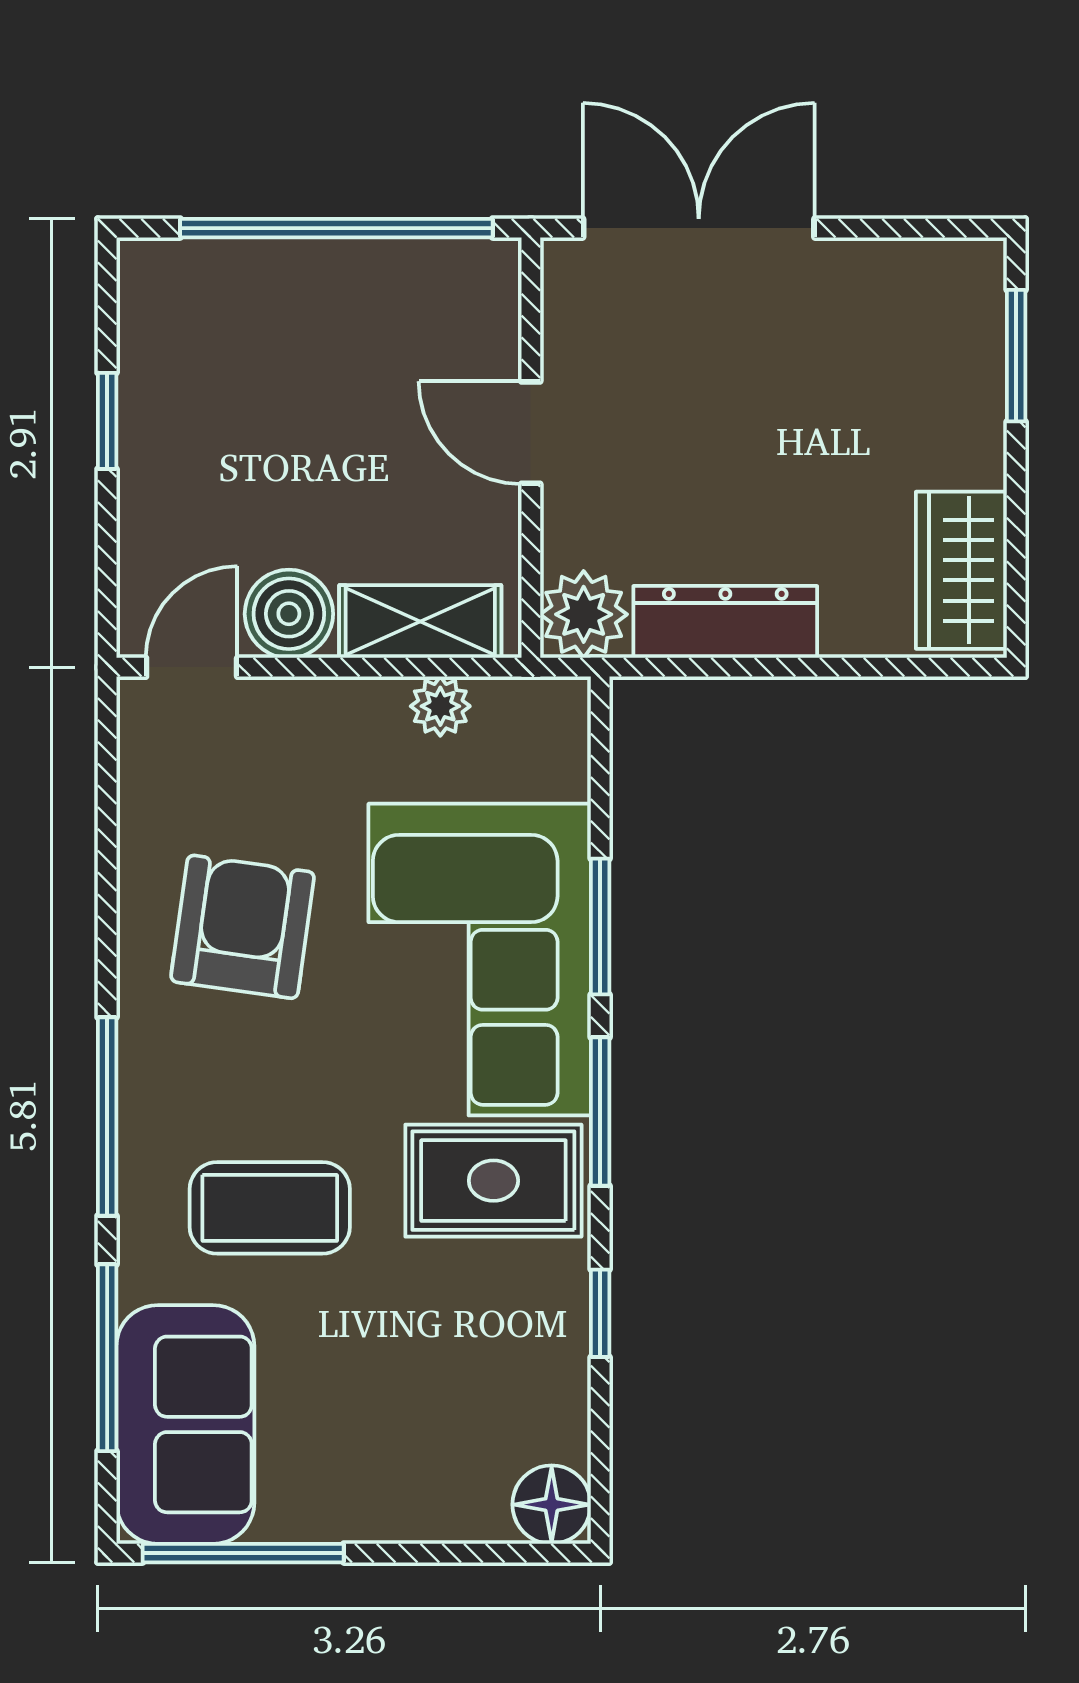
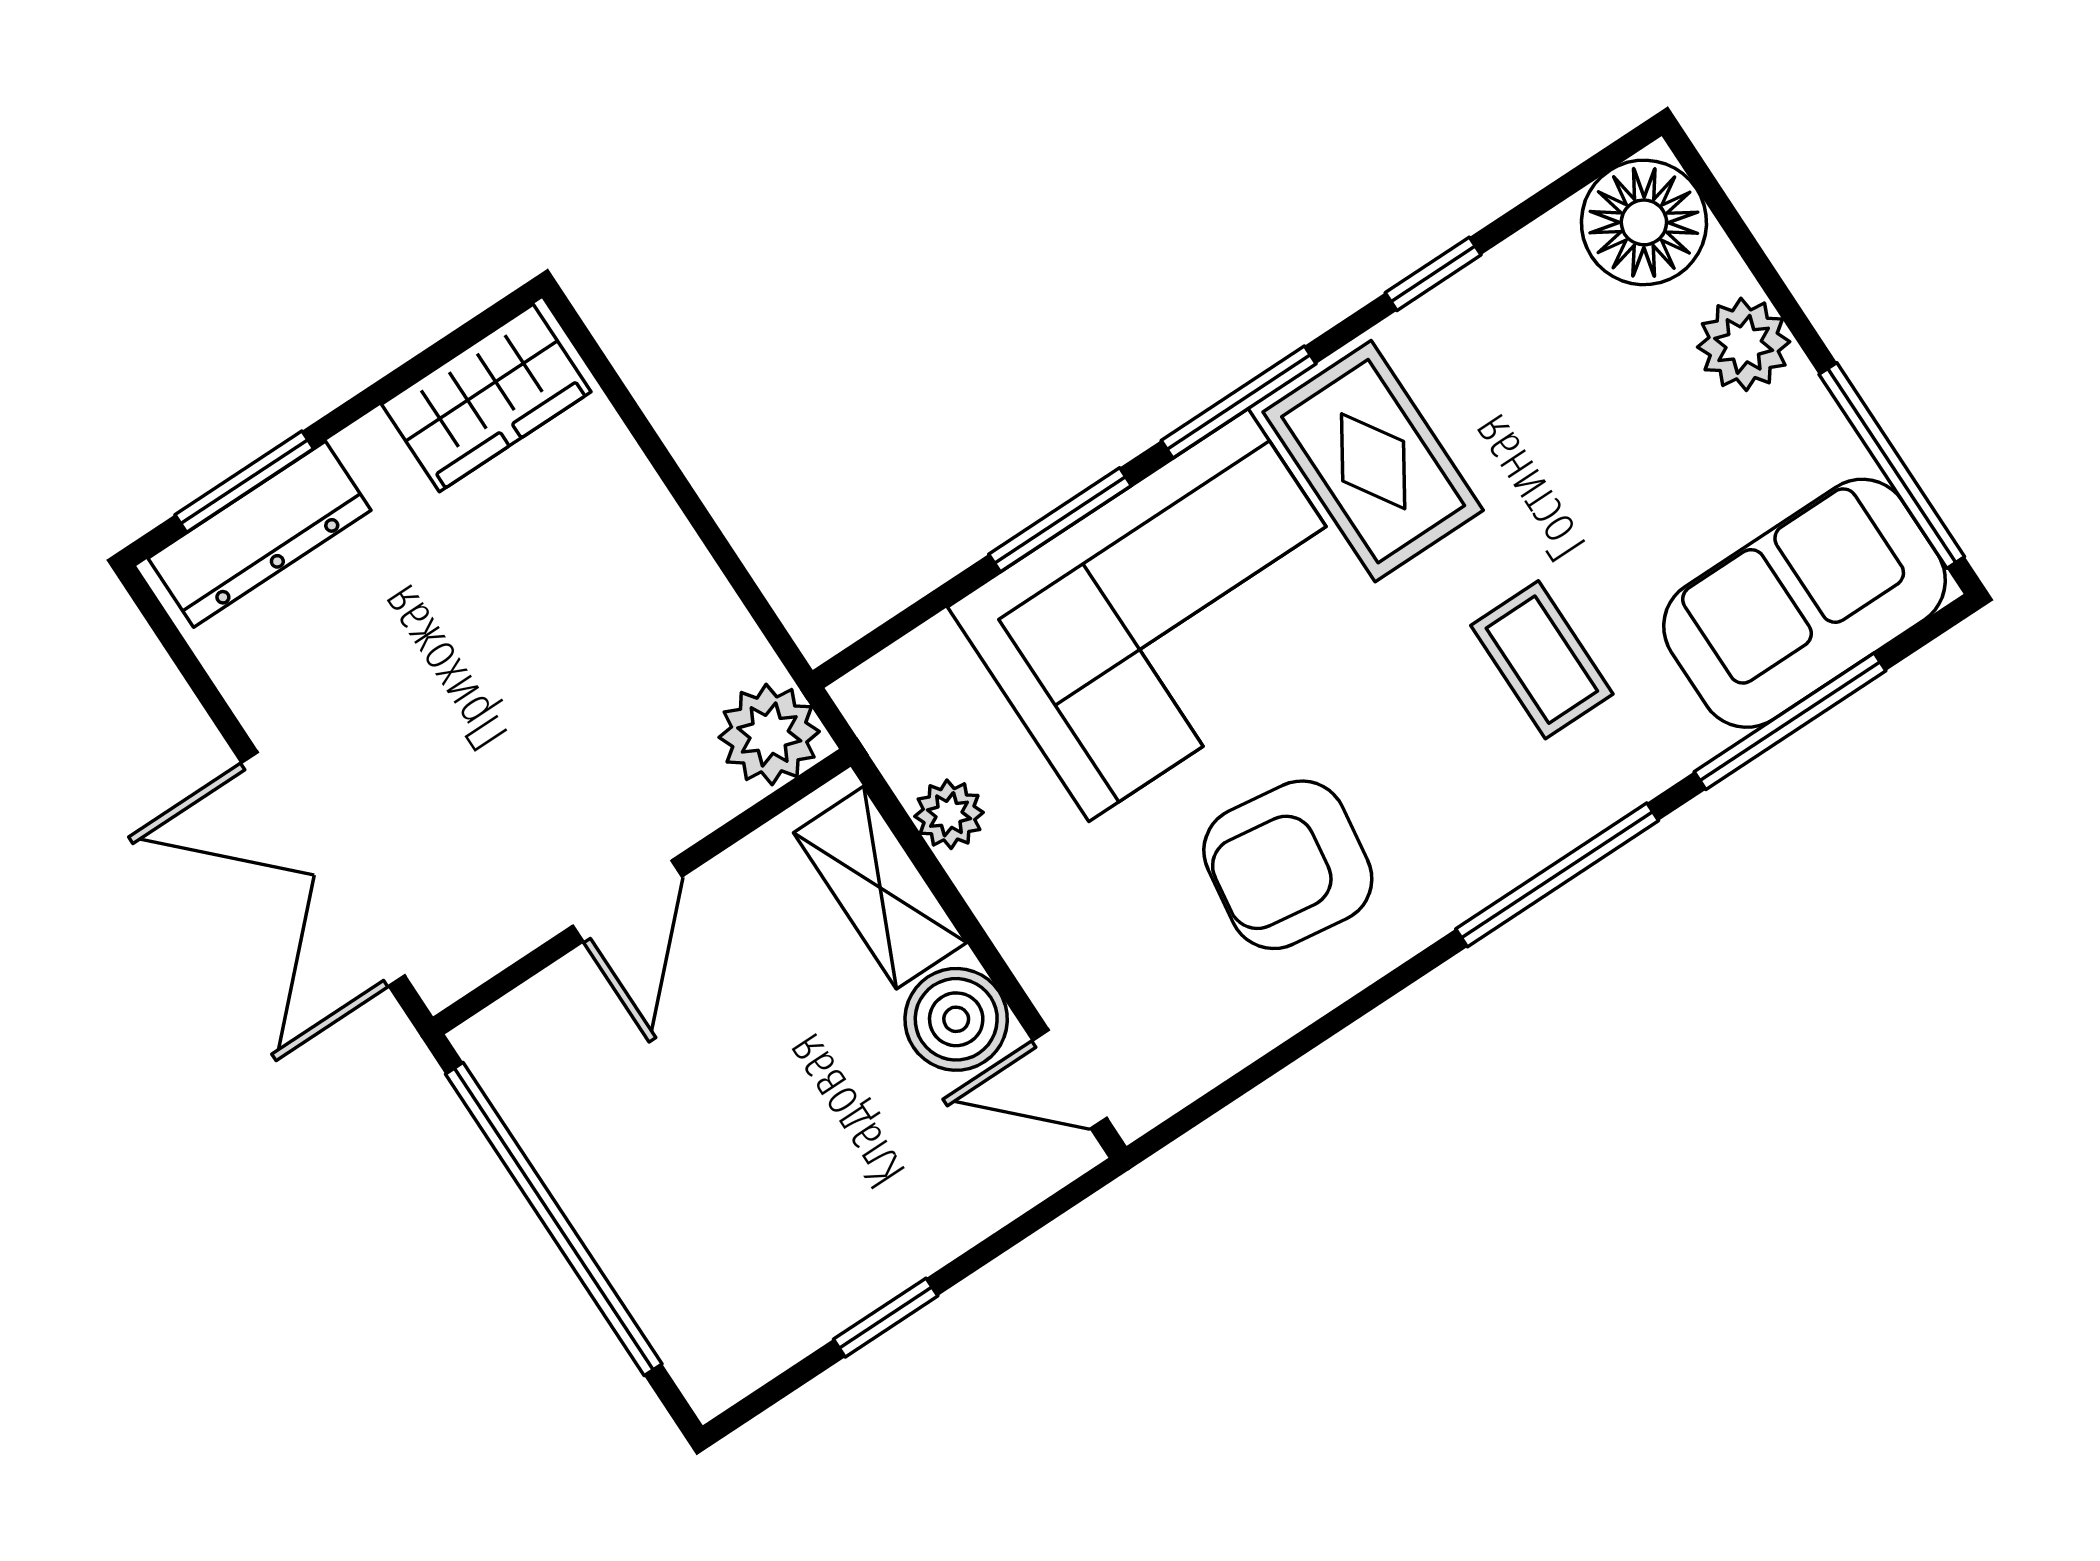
dresser: (725, 622) -> (259, 534), moved, turned -90
coffee table: (270, 1208) -> (1542, 660), width x0.73, depth x0.77
plant: (401, 1504) -> (1744, 344), added
floor lamp: (552, 1505) -> (1644, 222), width x1.38, depth x1.38

